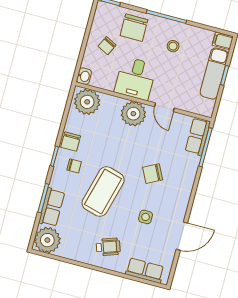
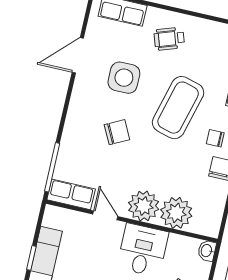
plant: (87, 102) -> (176, 213), moved
row of seats: (198, 136) -> (71, 194), moved, turned -90
side table: (146, 217) -> (124, 78), width x1.87, depth x1.87

